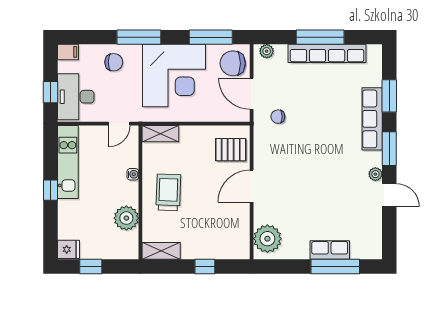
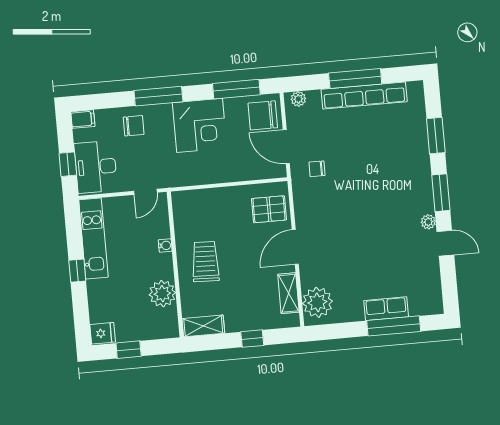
corner desk: (174, 76) -> (200, 125), width x0.74, depth x0.74
row of seats: (372, 119) -> (419, 162), removed
shelving: (160, 134) -> (288, 293), moved, turned 90

